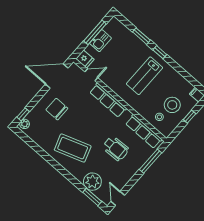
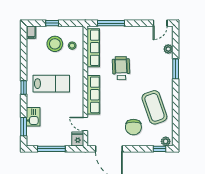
window: (141, 36) -> (24, 127), moved
kitchen sink: (100, 41) -> (33, 117), moved, turned 90
coffee table: (73, 148) -> (154, 107), moved
wheelchair: (116, 148) -> (121, 68), moved
plant: (92, 182) -> (168, 49), width x0.53, depth x0.53
window: (92, 197) -> (176, 69), moved

